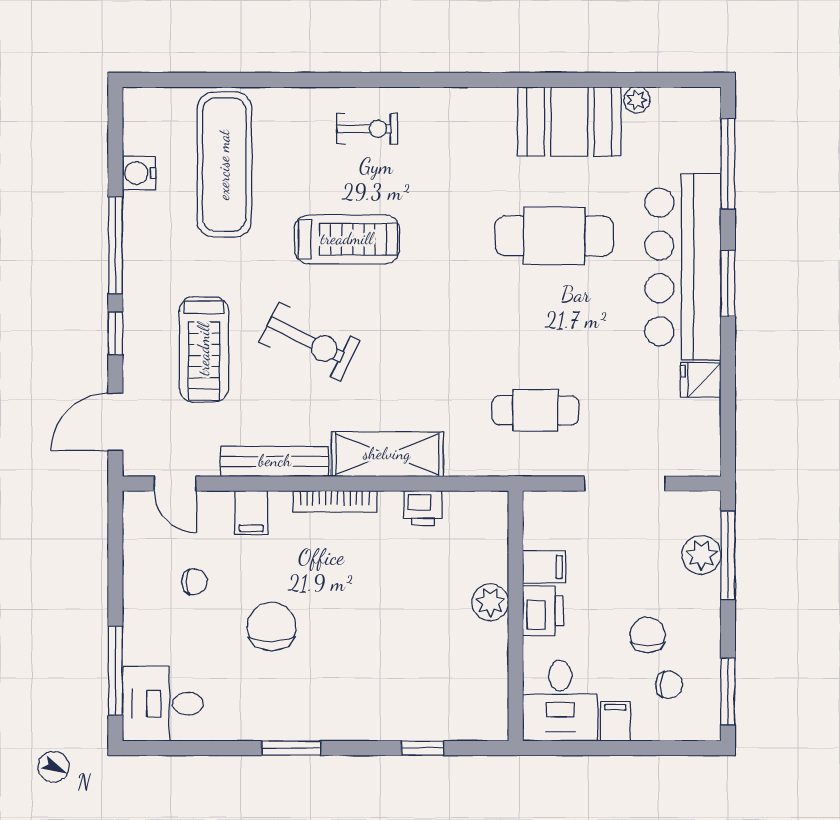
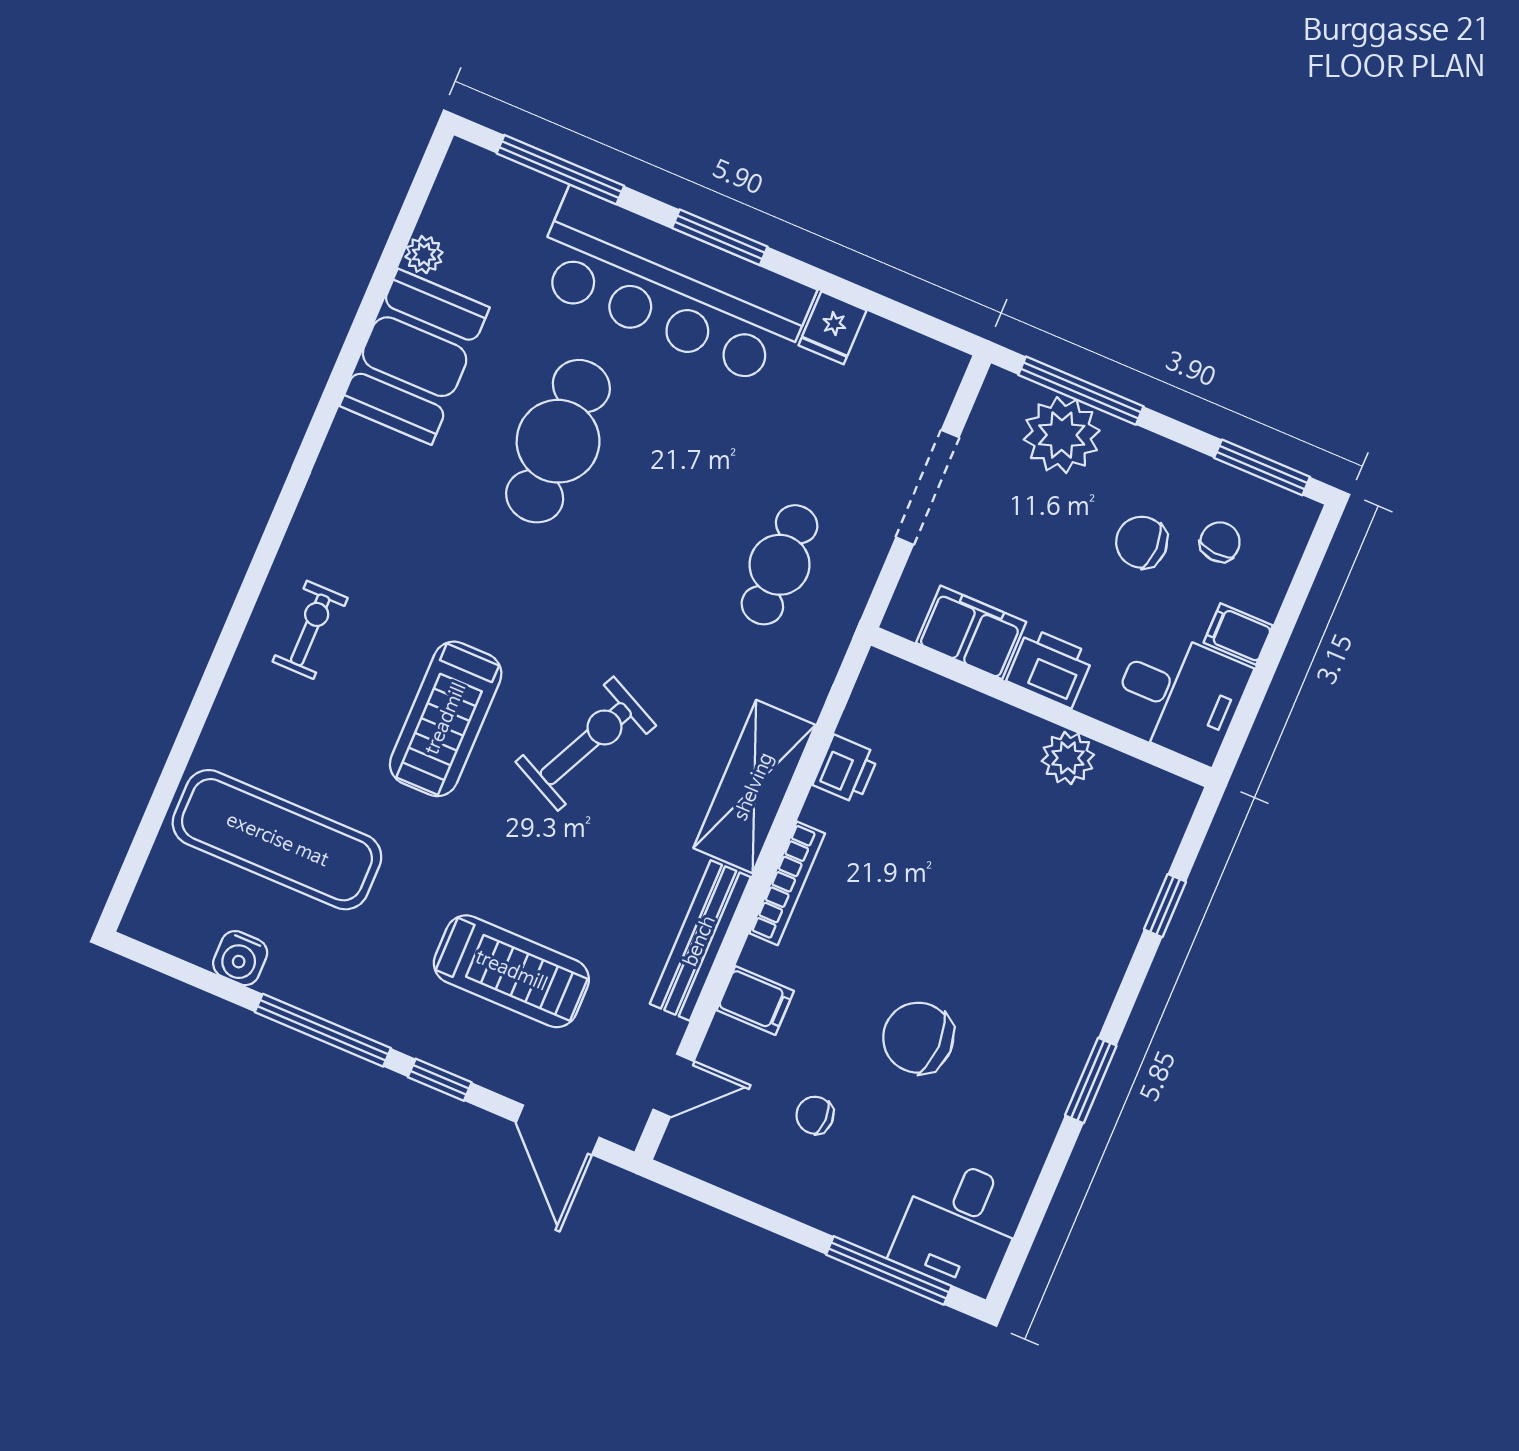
treadmill: (347, 239) -> (446, 719), turned 180
exercise bike: (310, 341) -> (586, 744), moved
plant: (701, 555) -> (1062, 435), width x1.36, depth x1.36
filing cabinet: (544, 567) -> (971, 632), width x2.00
chair: (194, 582) -> (815, 1115), turned -90
plant: (490, 602) -> (1068, 758), moved

